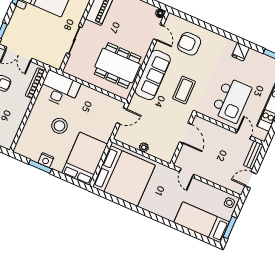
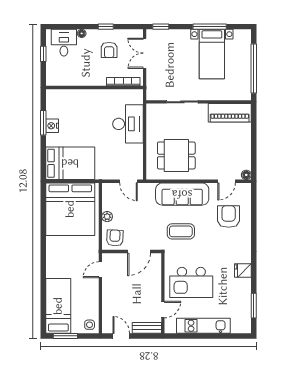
dining table: (118, 66) -> (176, 155), width x0.73
desk: (59, 89) -> (128, 124), moved
stool: (59, 126) -> (92, 124), removed
armchair: (165, 149) -> (115, 238), added

